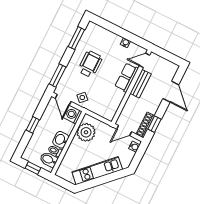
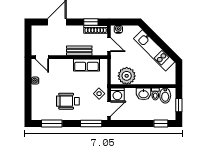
row of seats: (127, 77) -> (86, 65), moved
bench: (141, 84) -> (79, 51), moved
window: (33, 125) -> (161, 124), moved

